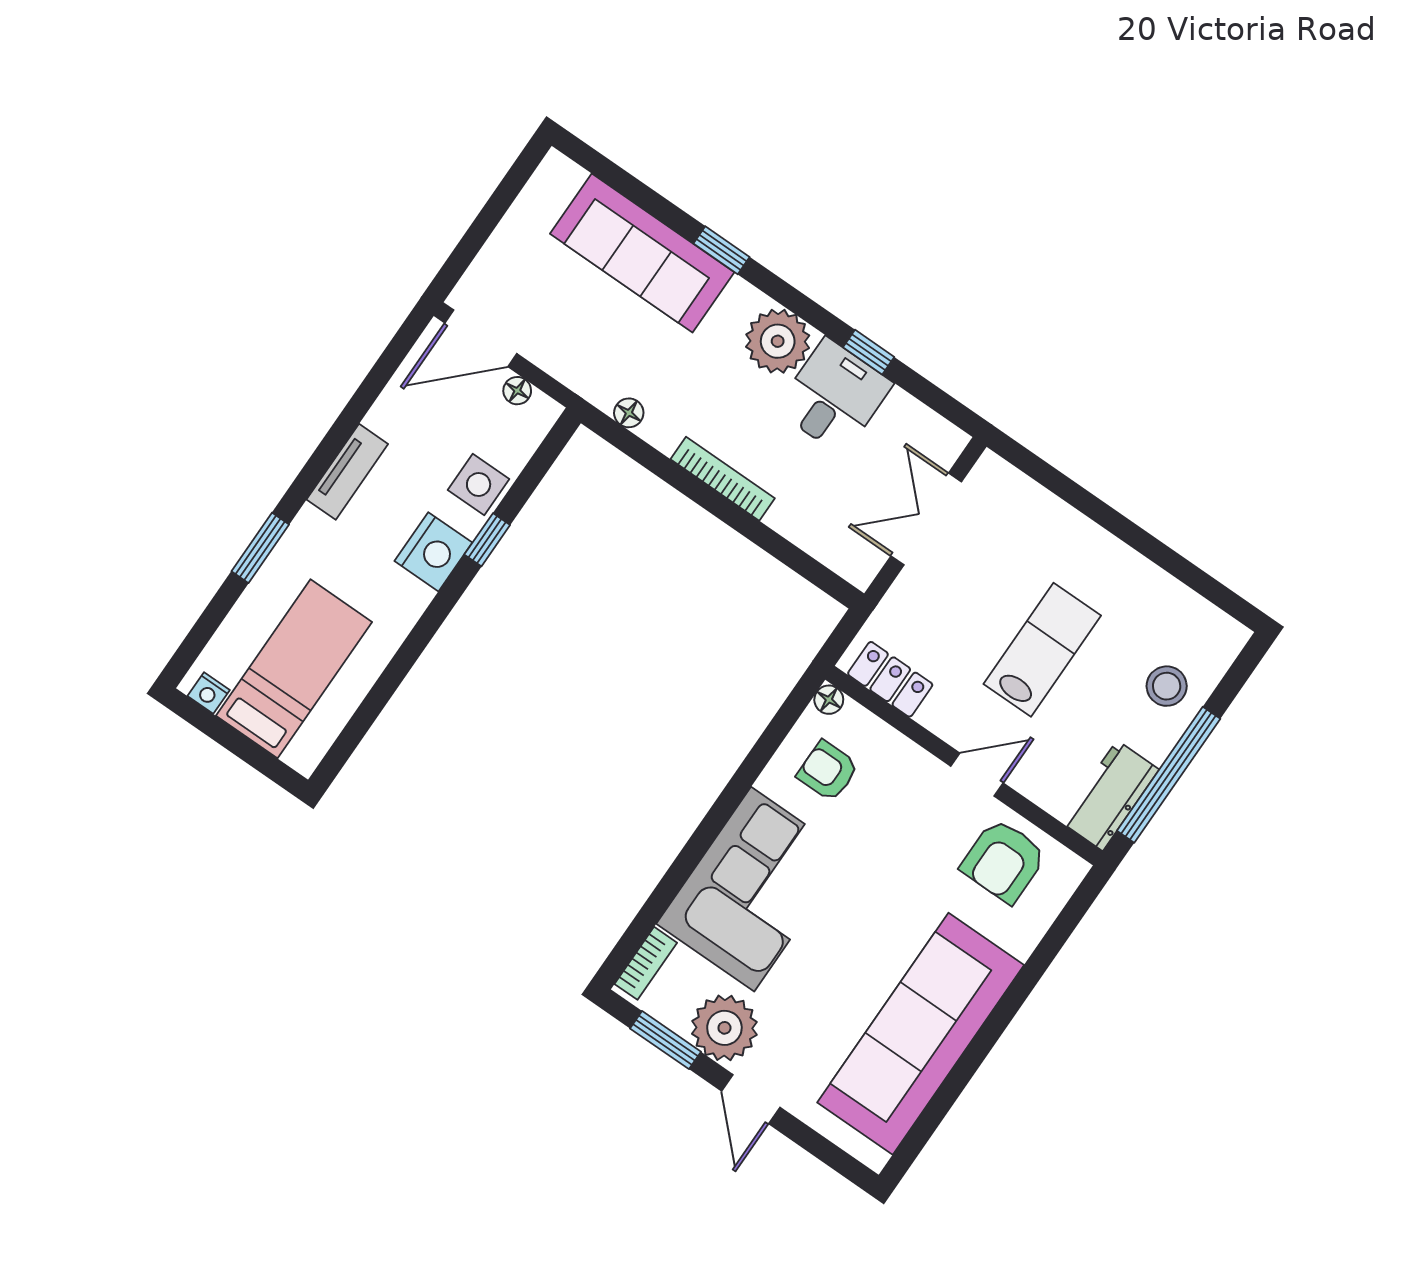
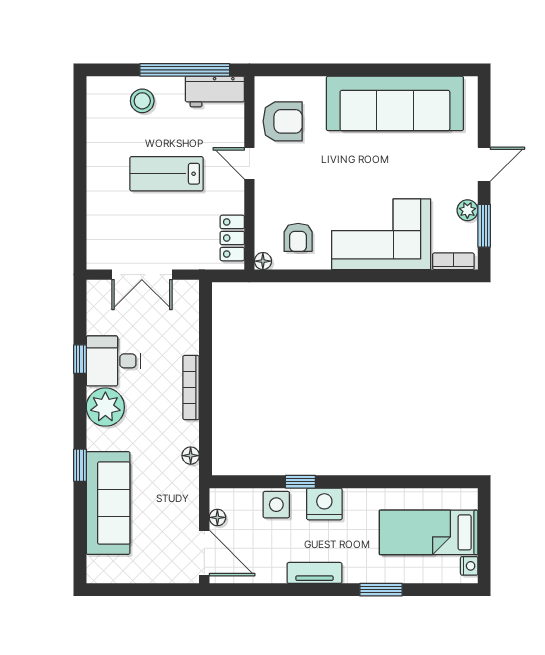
plant: (724, 1028) -> (467, 210), width x0.53, depth x0.53

